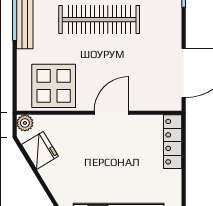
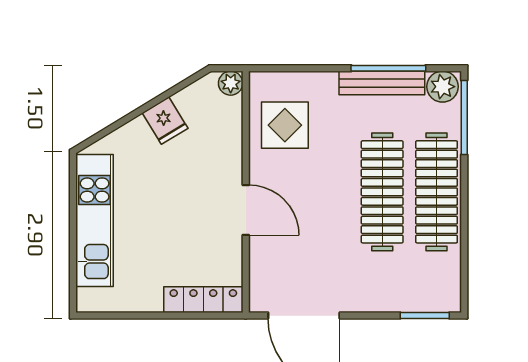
display table: (54, 86) -> (285, 125), width x0.73, depth x0.73
fridge: (40, 150) -> (165, 121), moved, width x0.72

